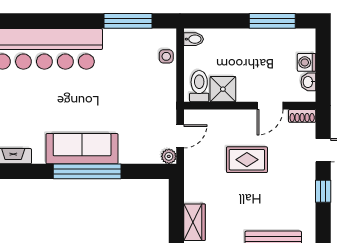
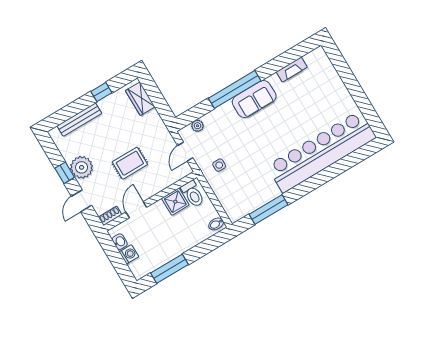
side table: (166, 56) -> (219, 165), moved
sofa: (82, 149) -> (254, 99), width x0.73
plant: (169, 156) -> (197, 126), moved
plant: (301, 186) -> (82, 167), added

